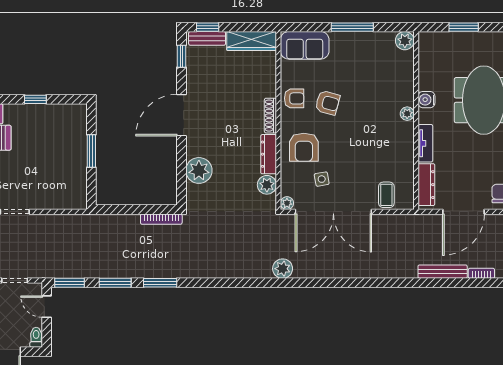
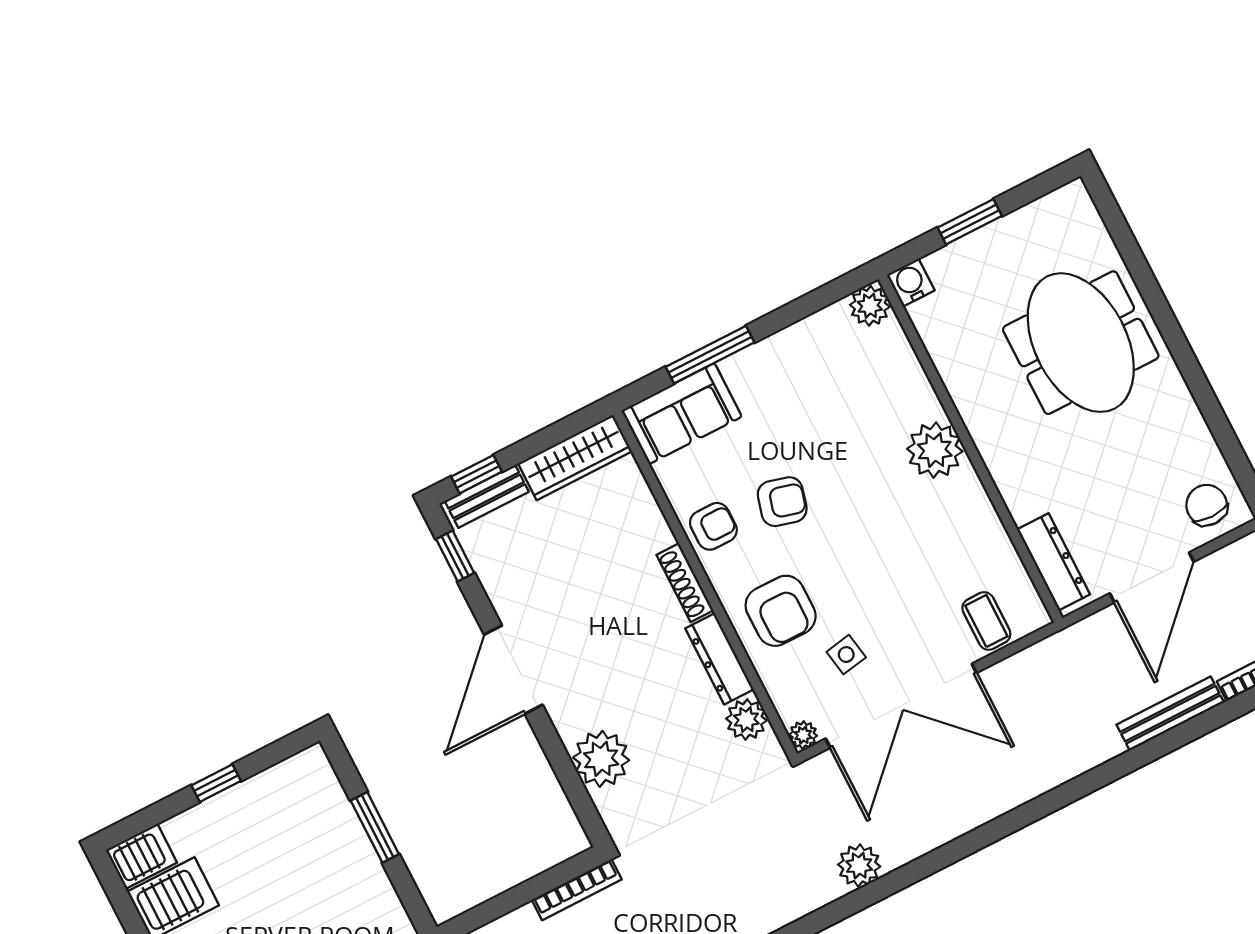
window: (352, 27) -> (710, 355), moved
water cooler: (426, 100) -> (911, 283), moved, turned 90
plant: (407, 114) -> (935, 450), width x1.87, depth x1.87
tv unit: (425, 143) -> (1011, 483), removed

